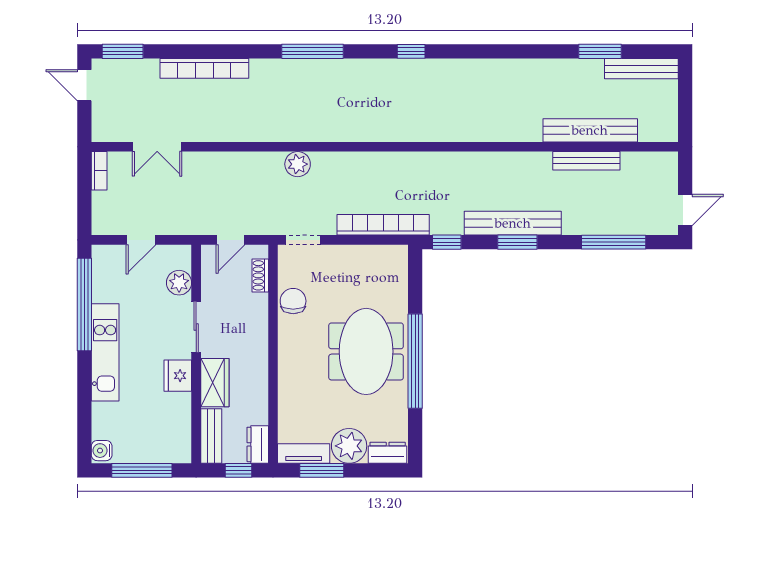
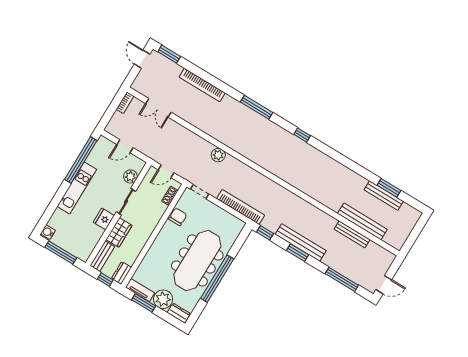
bench: (641, 69) -> (384, 196), moved
meeting table: (366, 351) -> (197, 260), width x1.36

